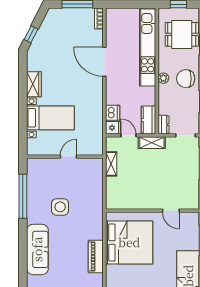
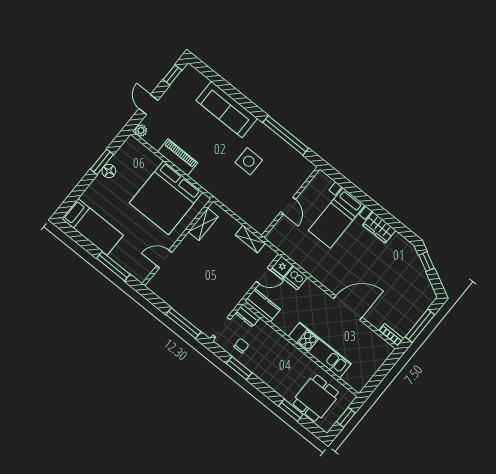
kitchen unit: (148, 47) -> (320, 350), width x0.73
plant: (163, 78) -> (290, 349), removed
chair: (186, 79) -> (241, 346), moved, width x0.54, depth x0.54
shelving: (152, 143) -> (203, 224), moved

